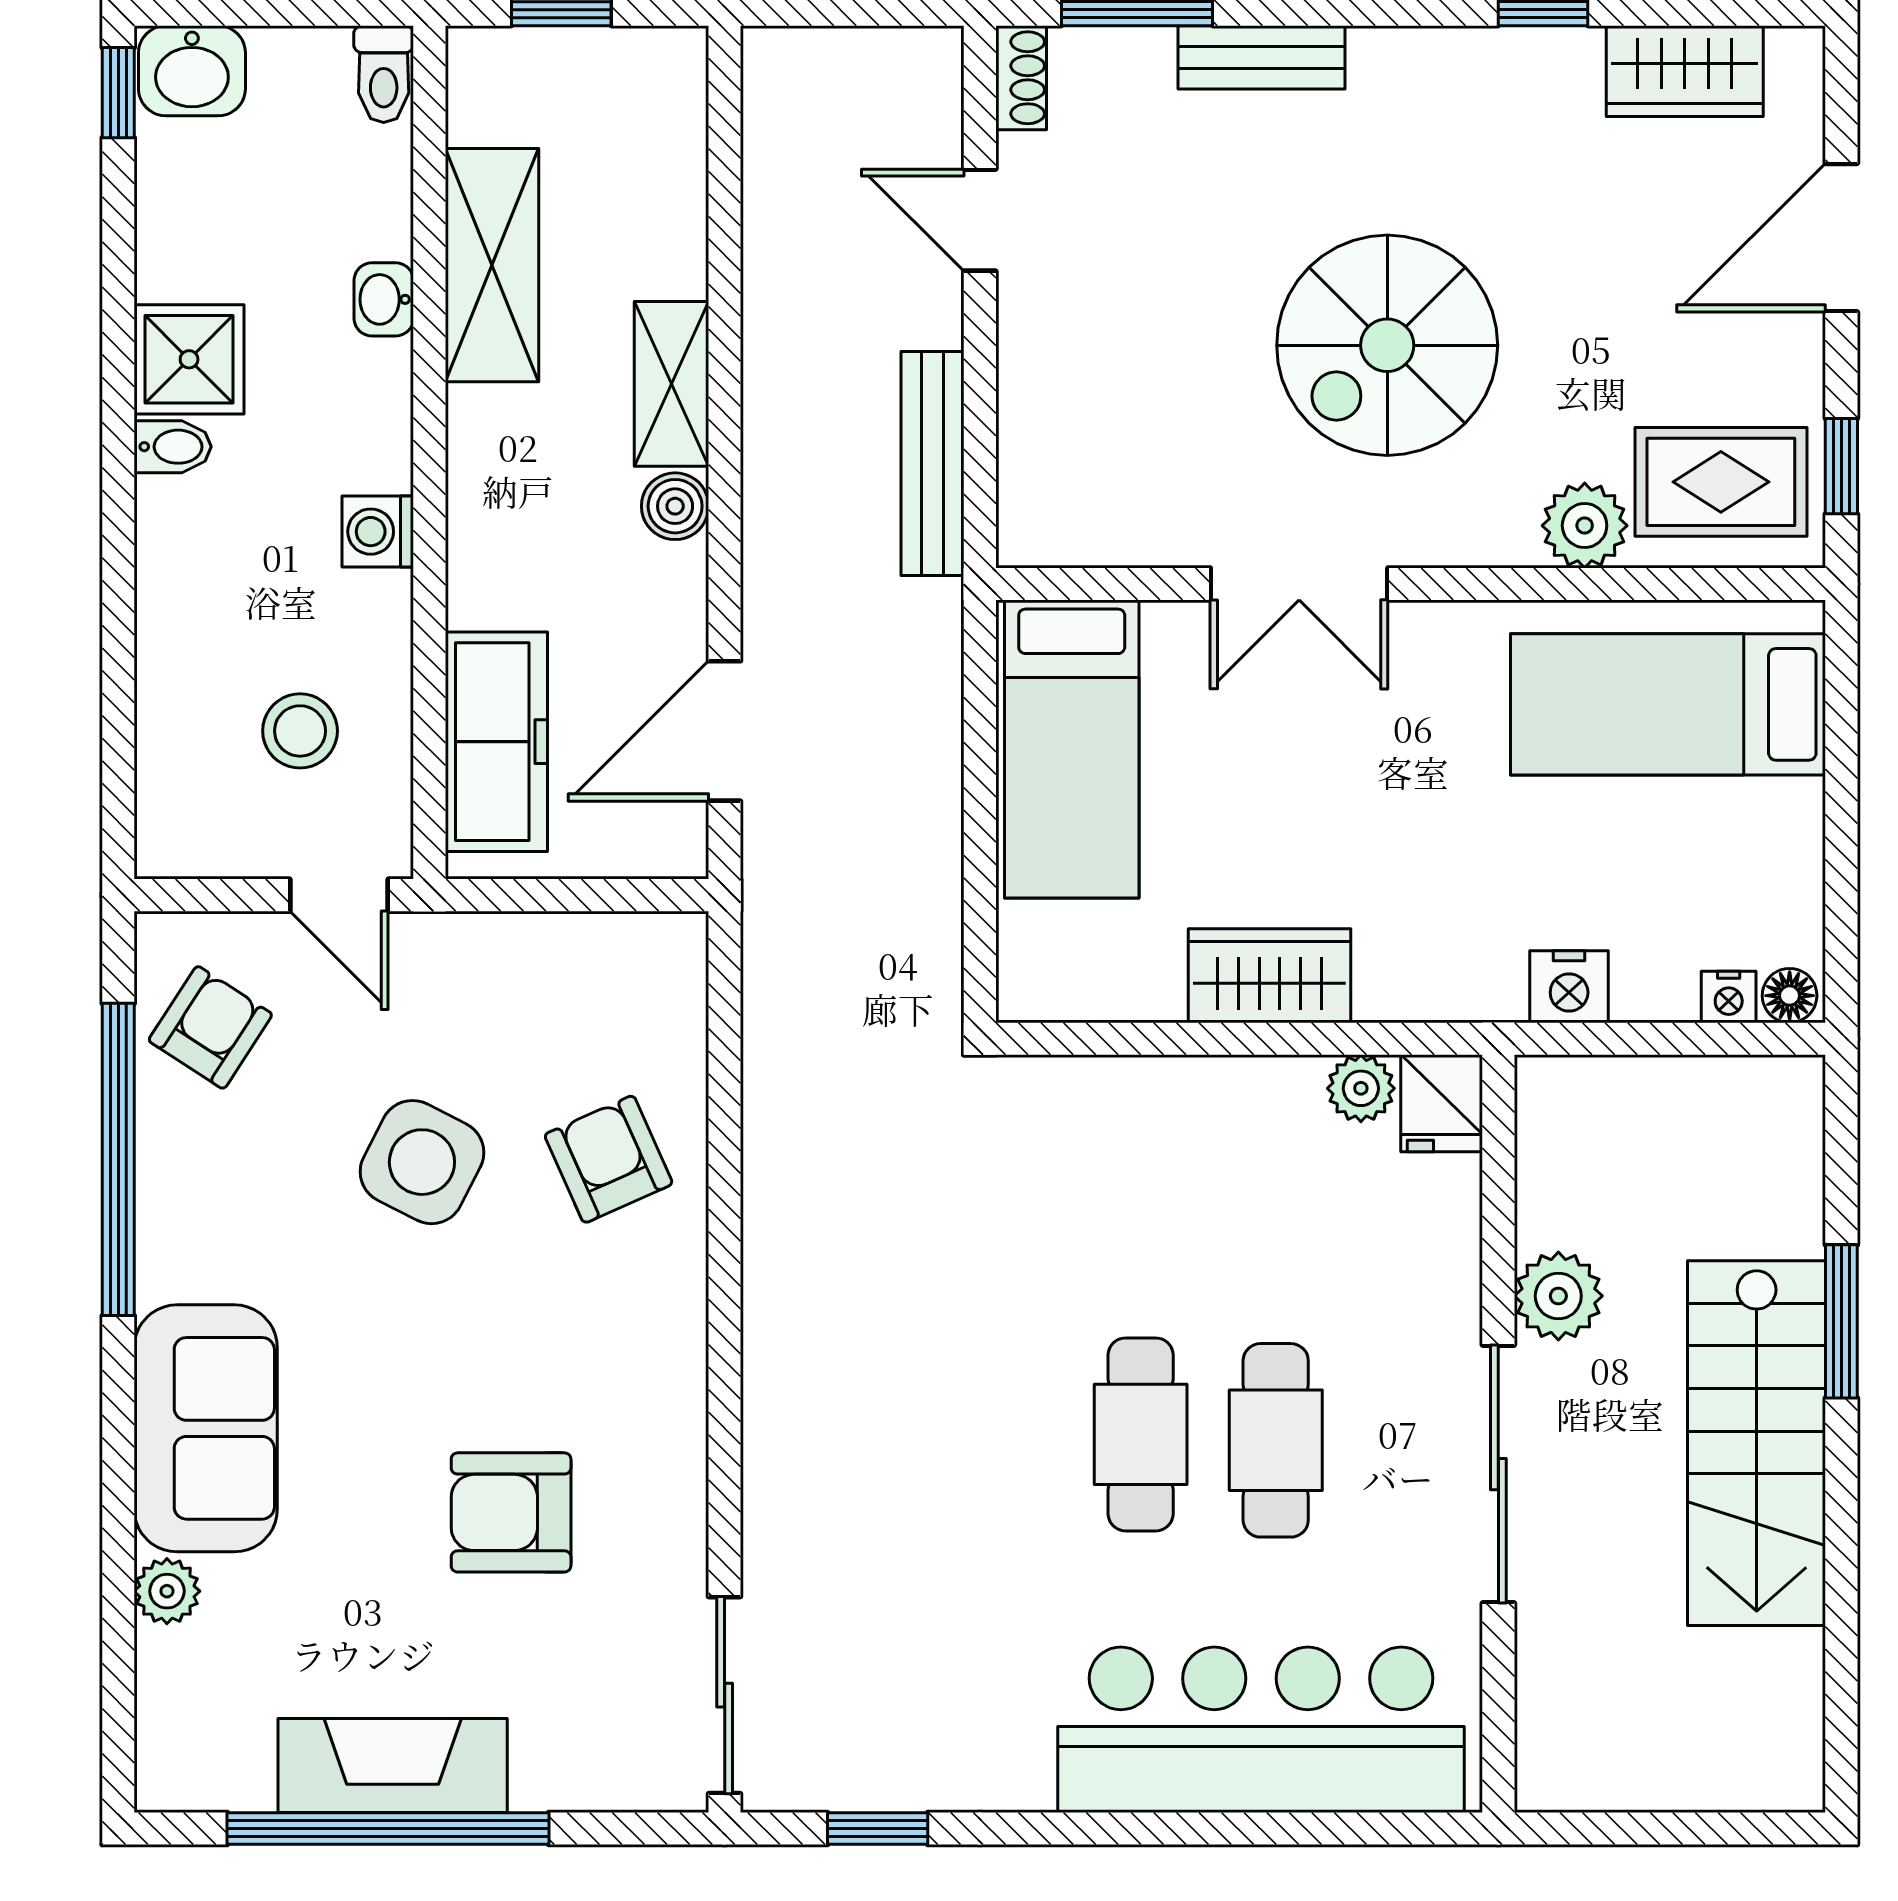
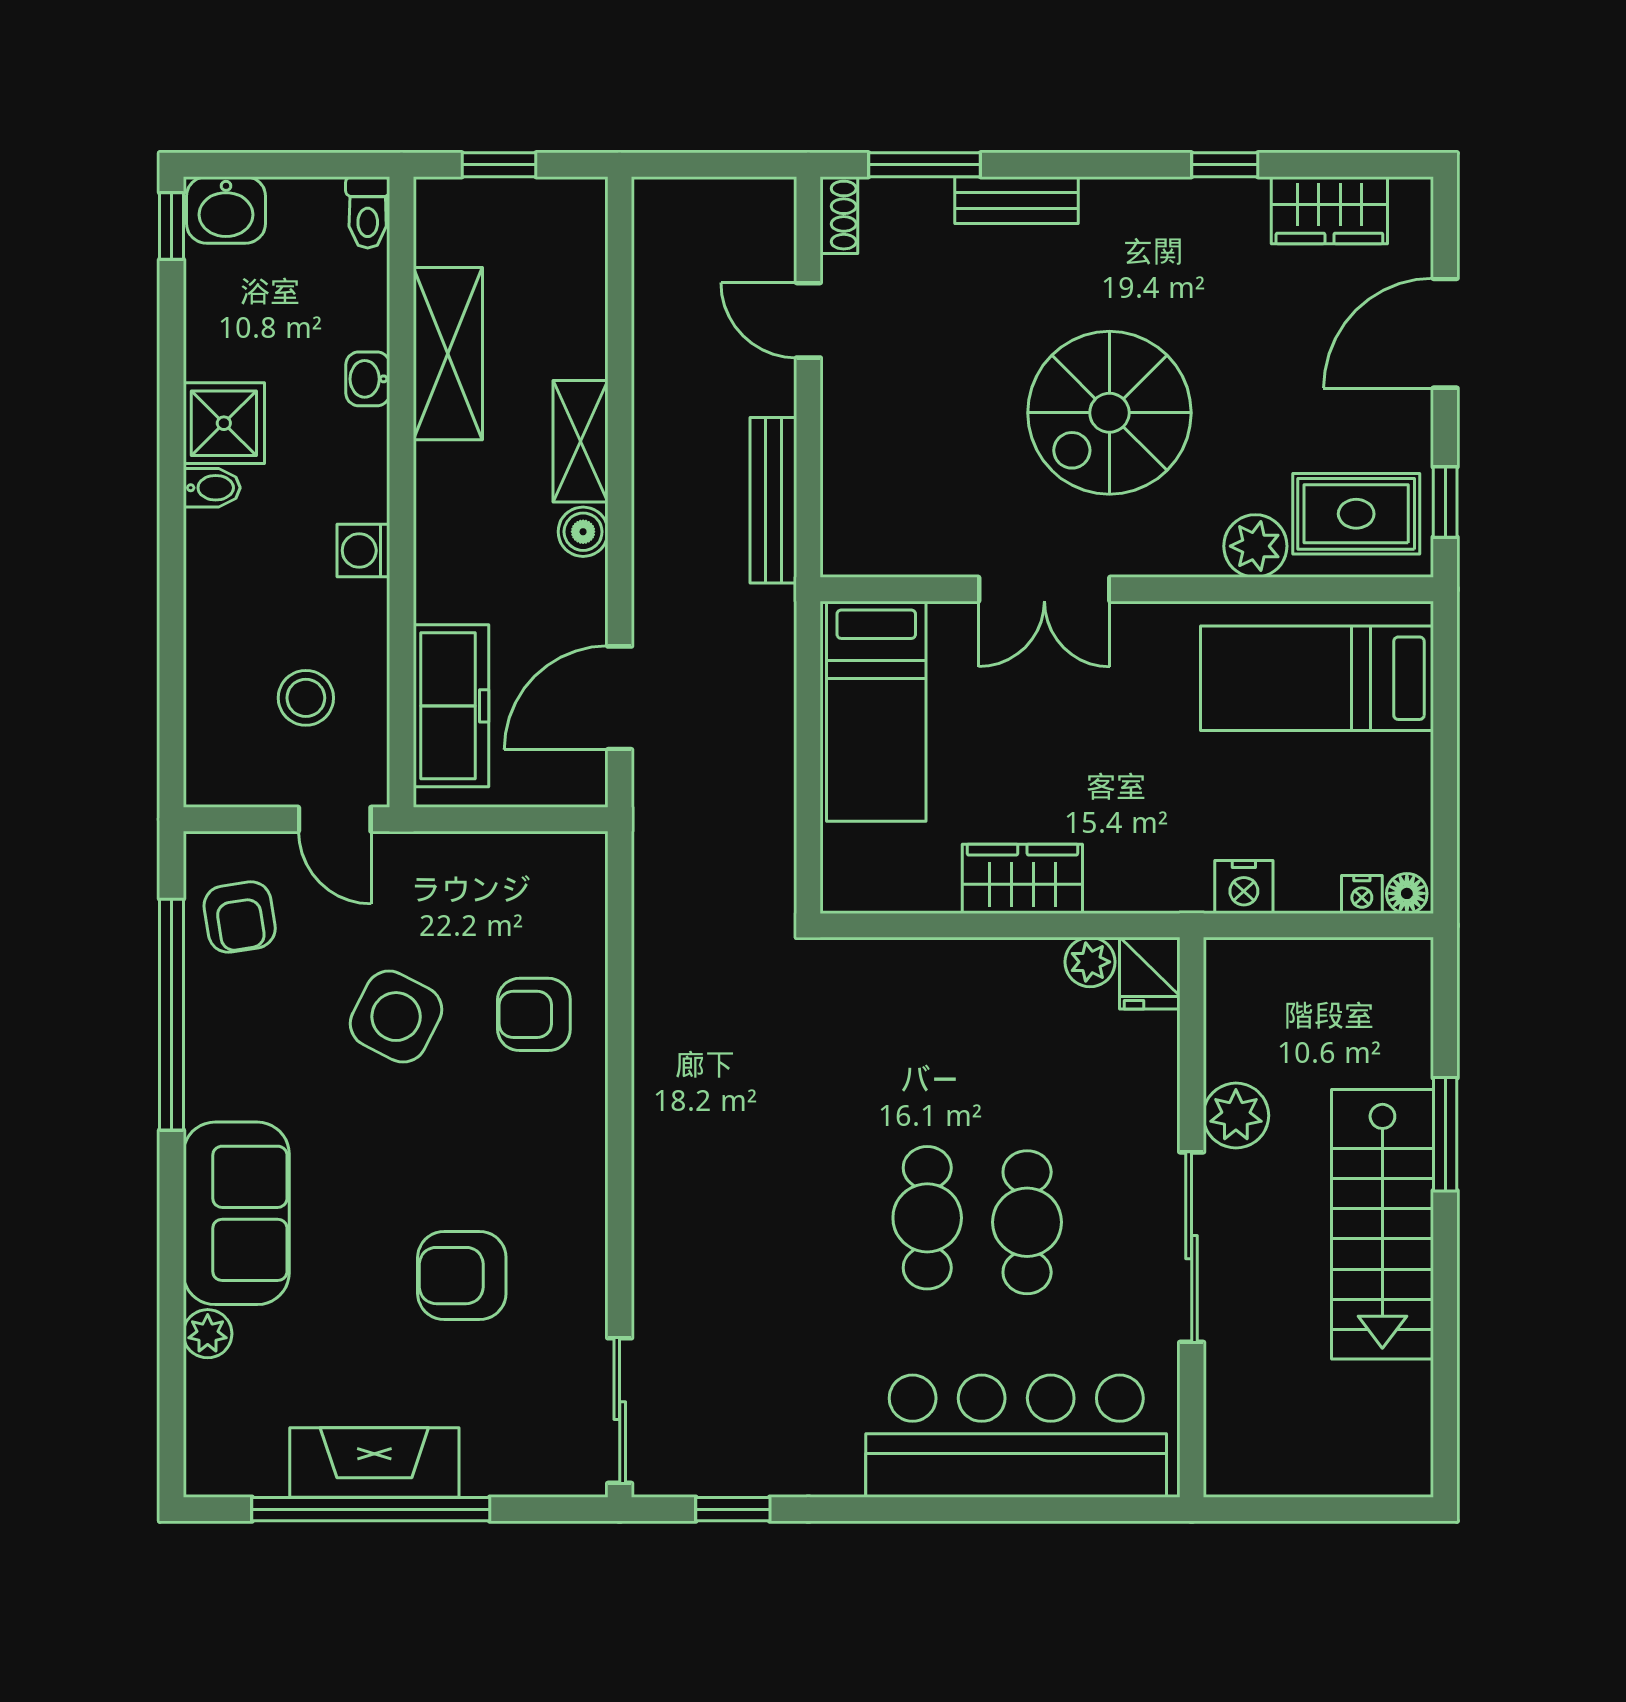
armchair: (210, 1027) -> (240, 917), turned 138
armchair: (609, 1159) -> (534, 1014), turned -66

